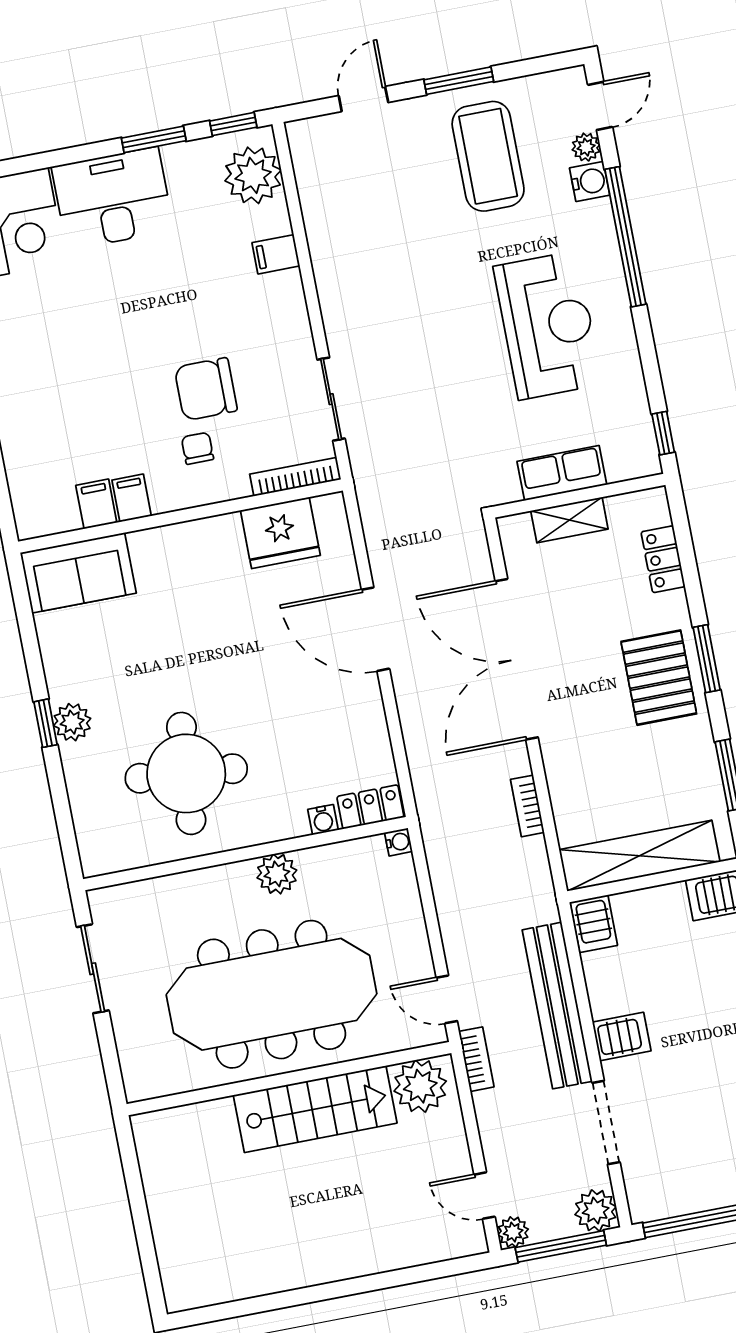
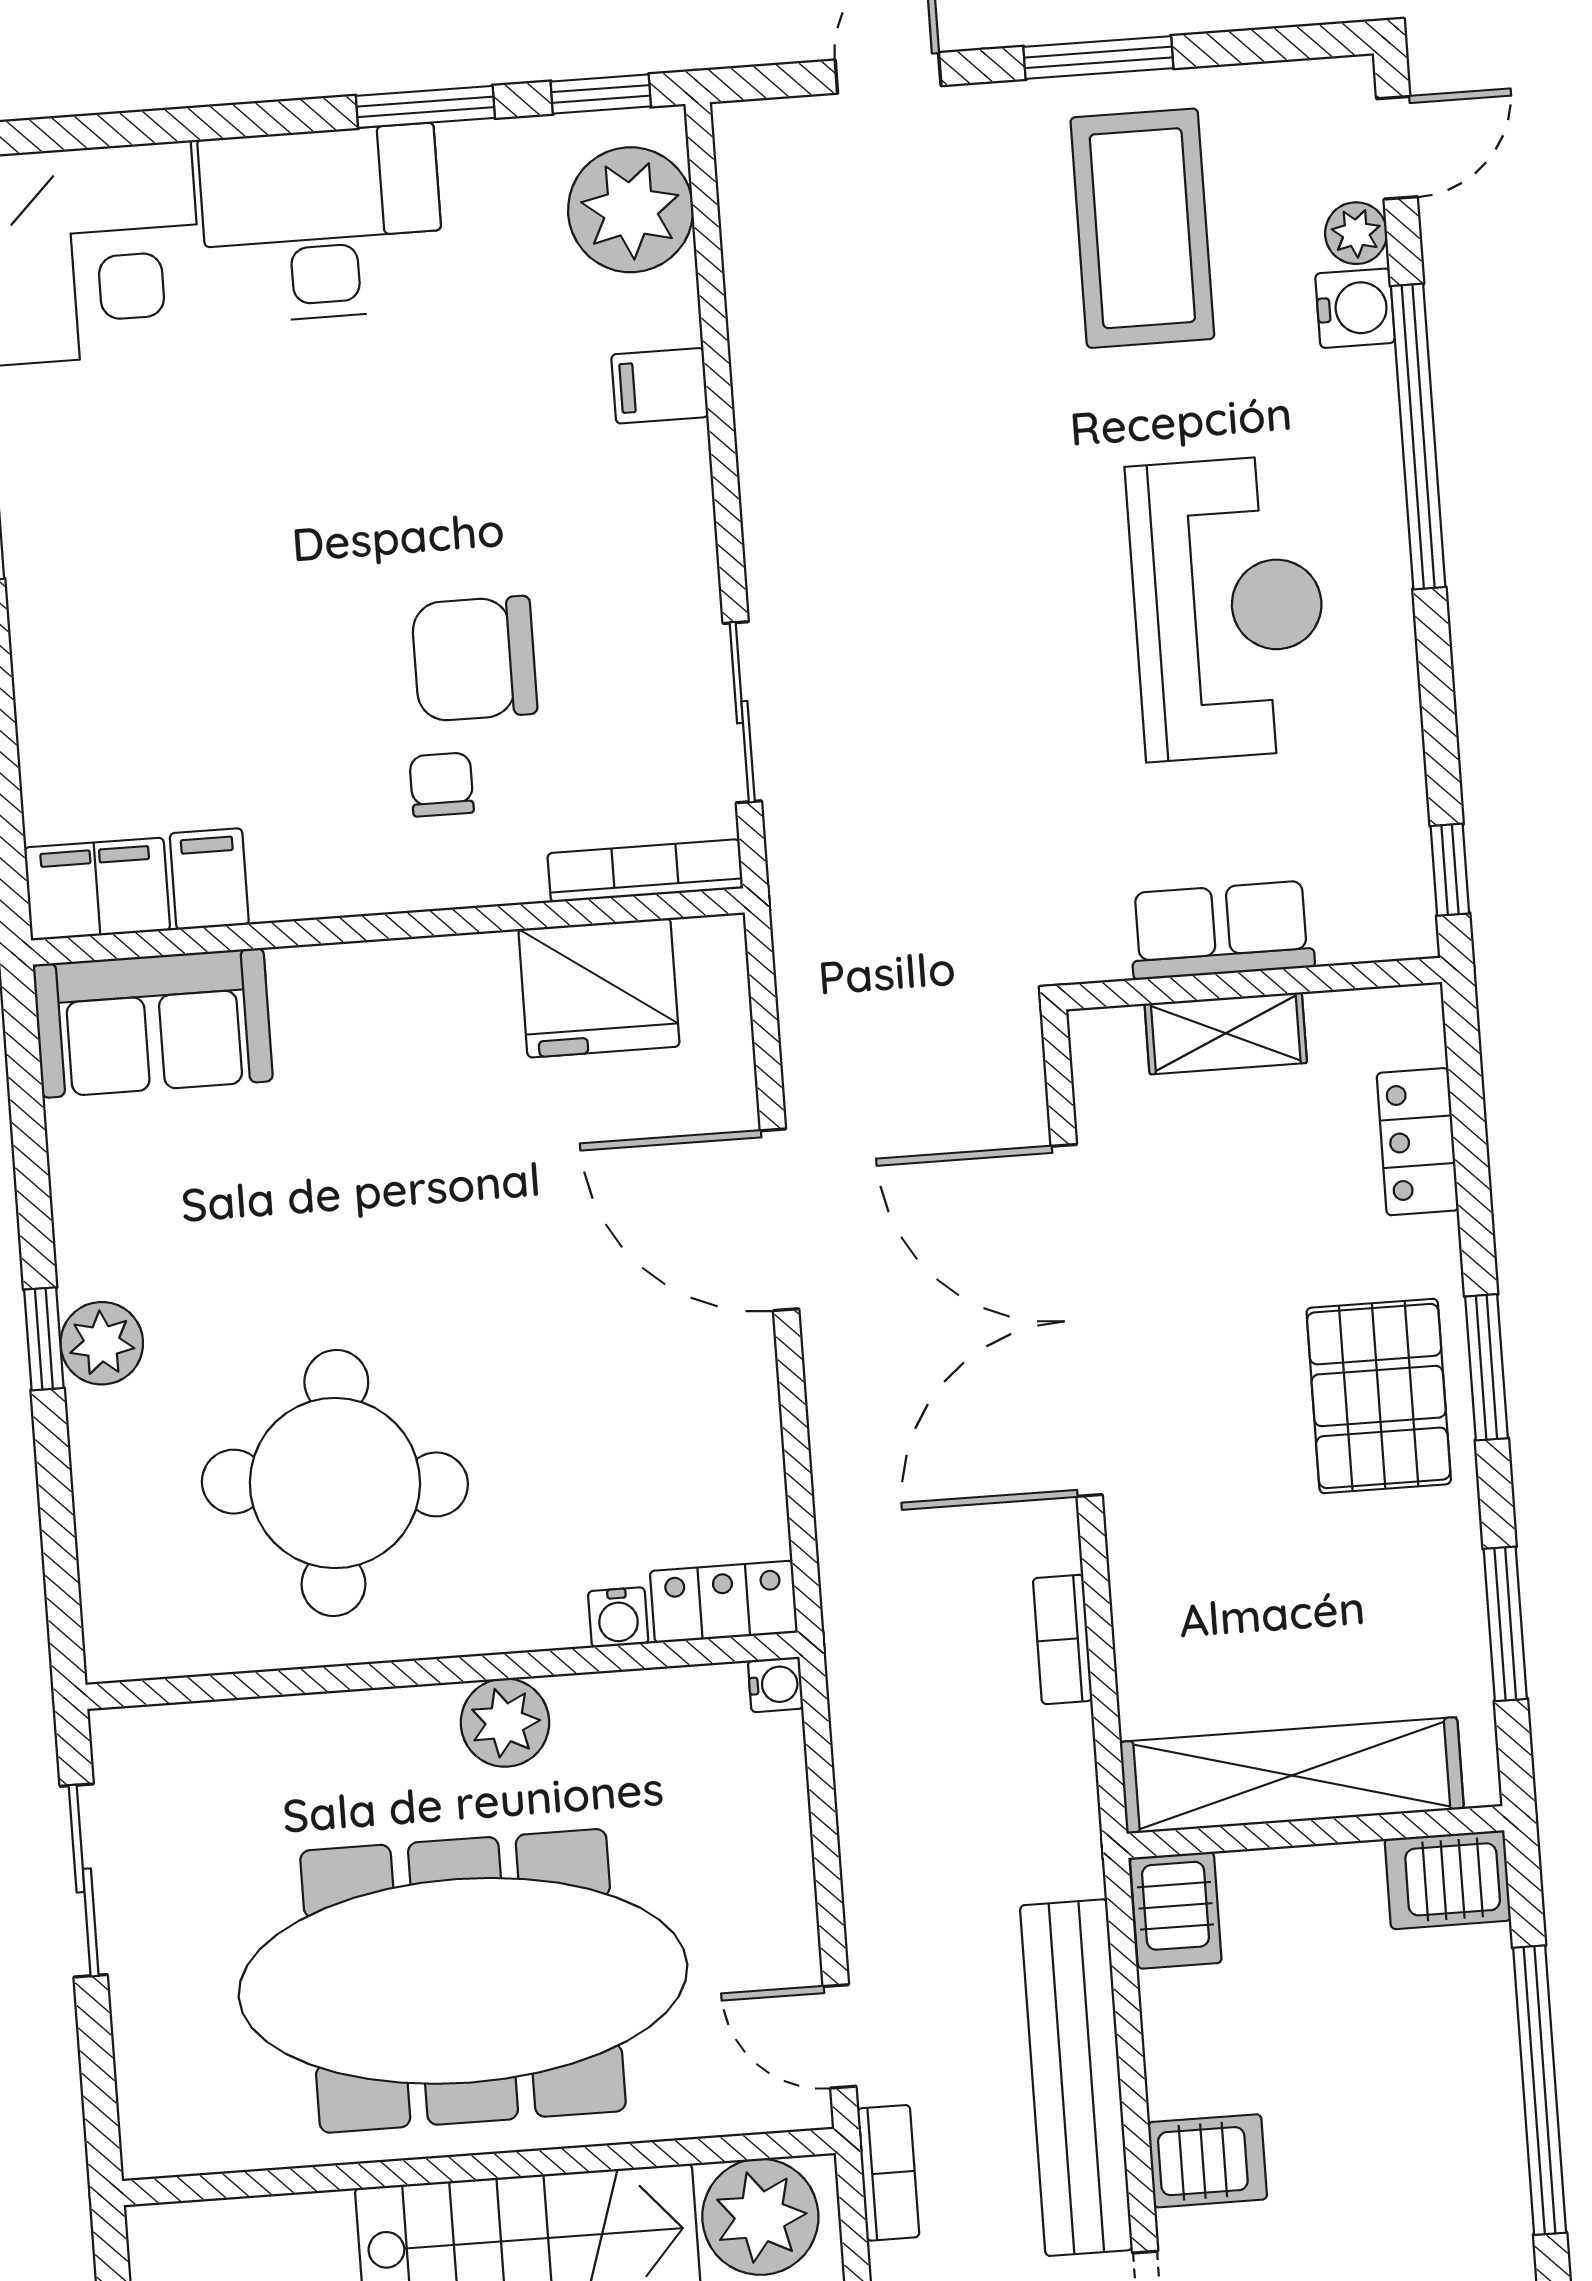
filing cabinet: (132, 498) -> (97, 889), moved, width x2.00

